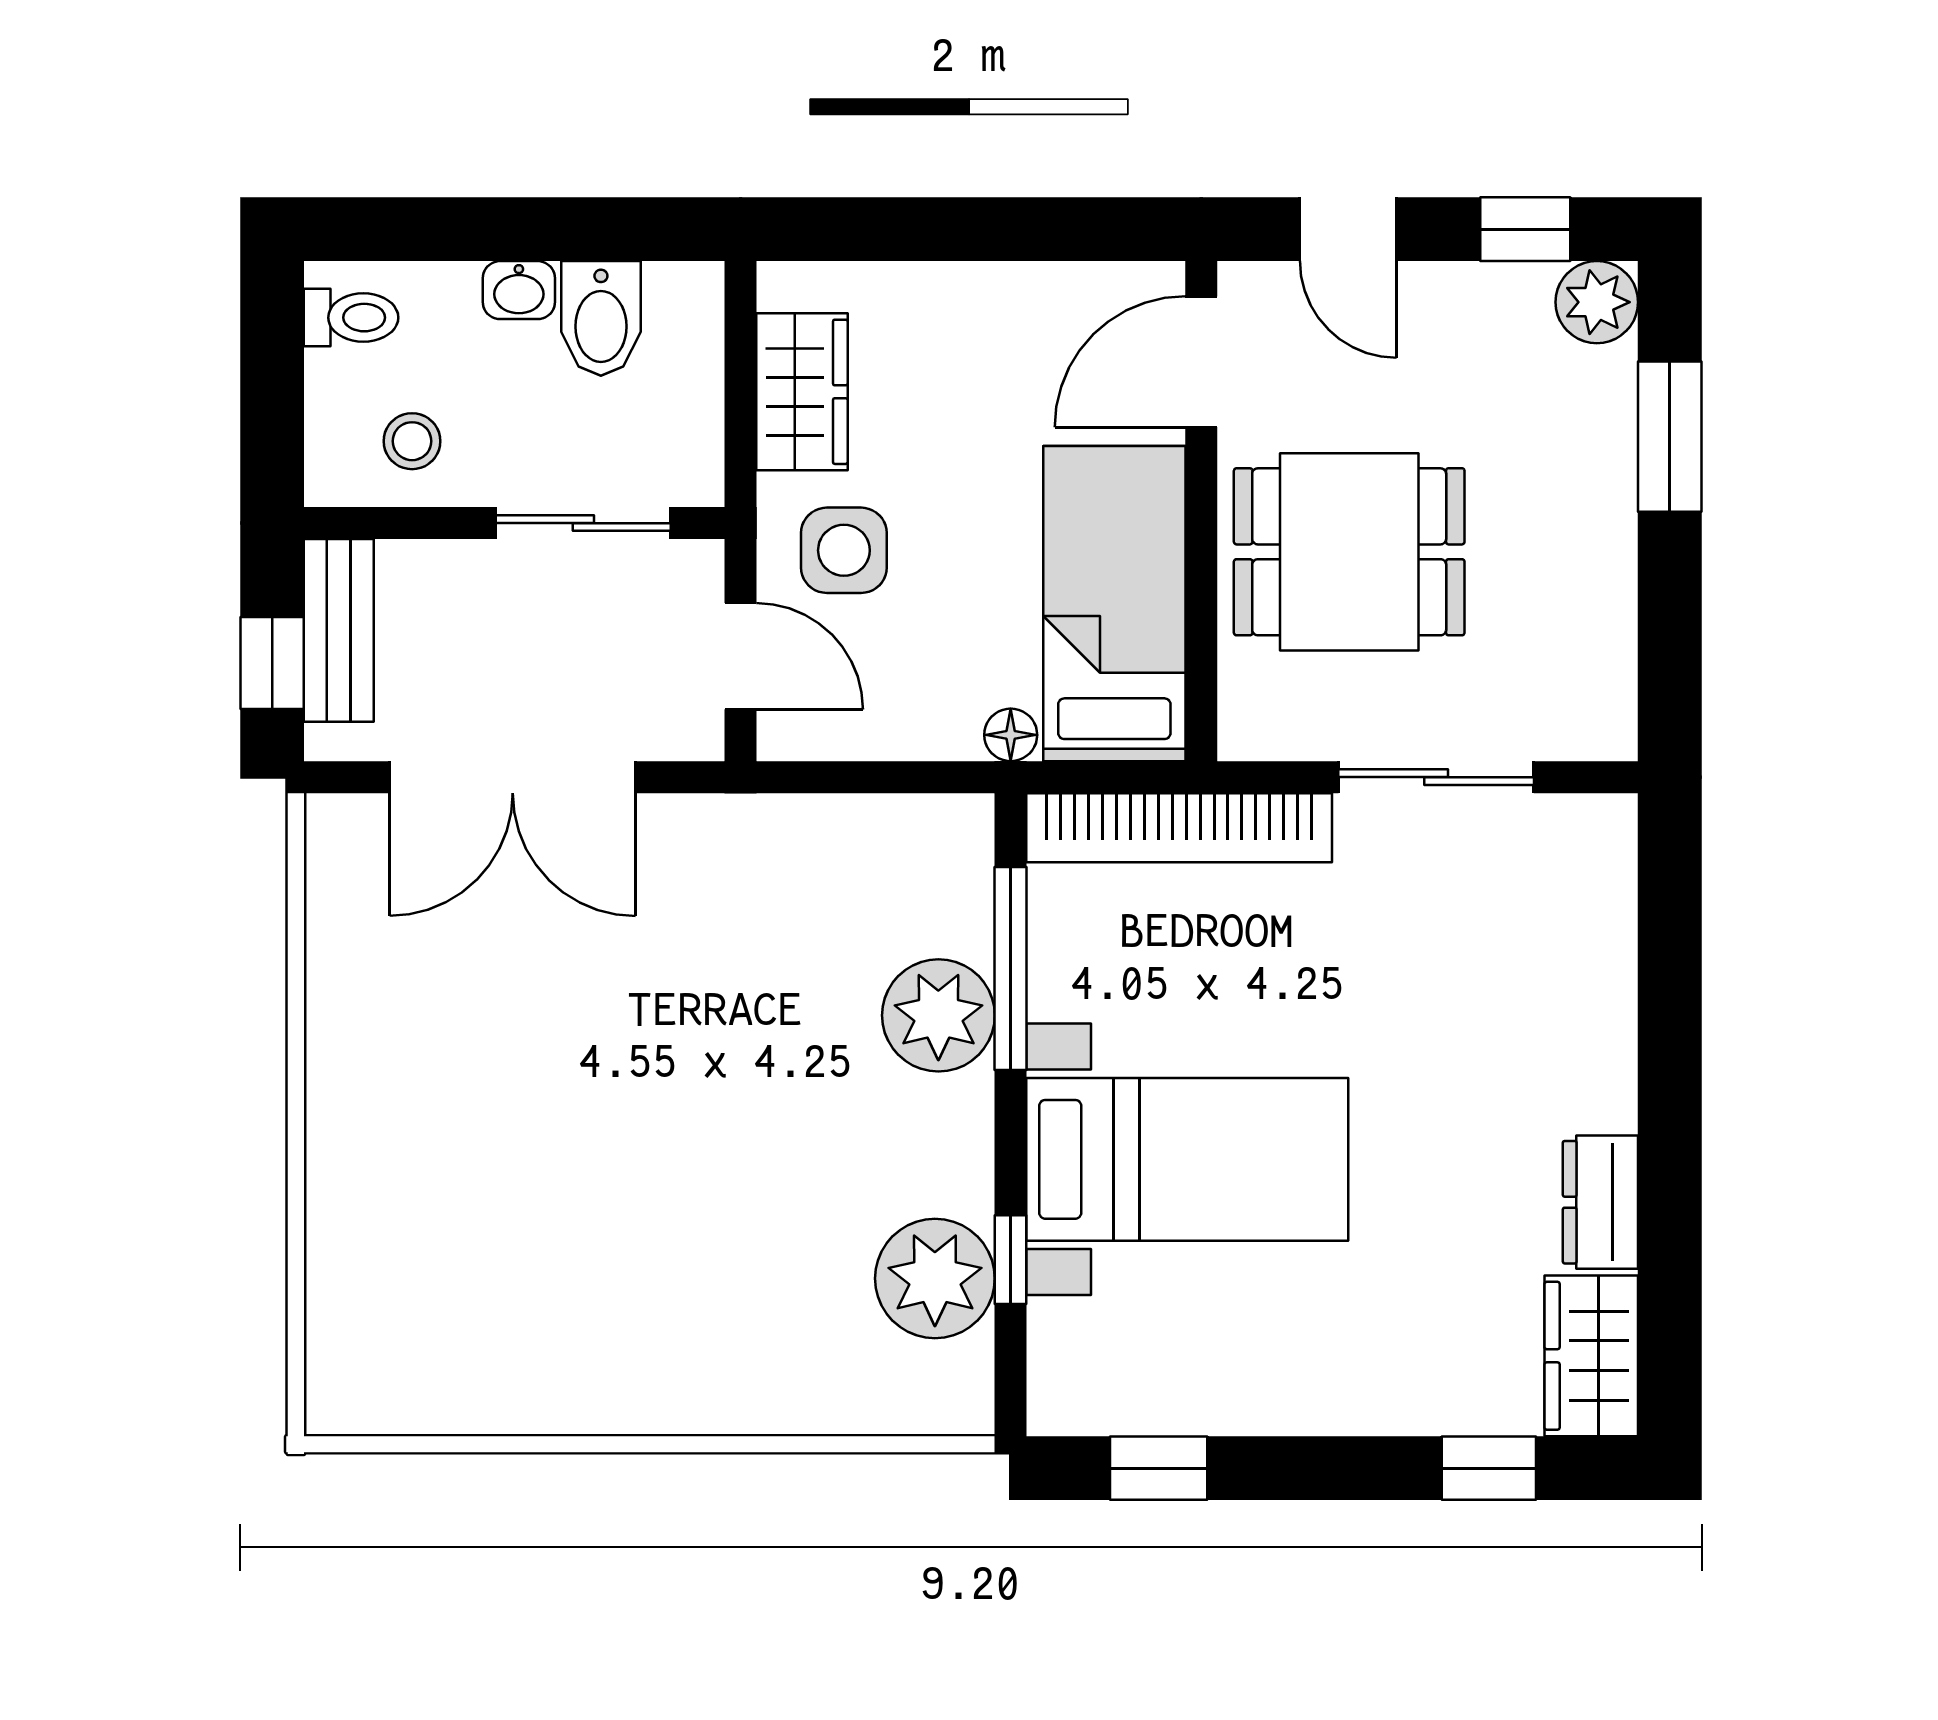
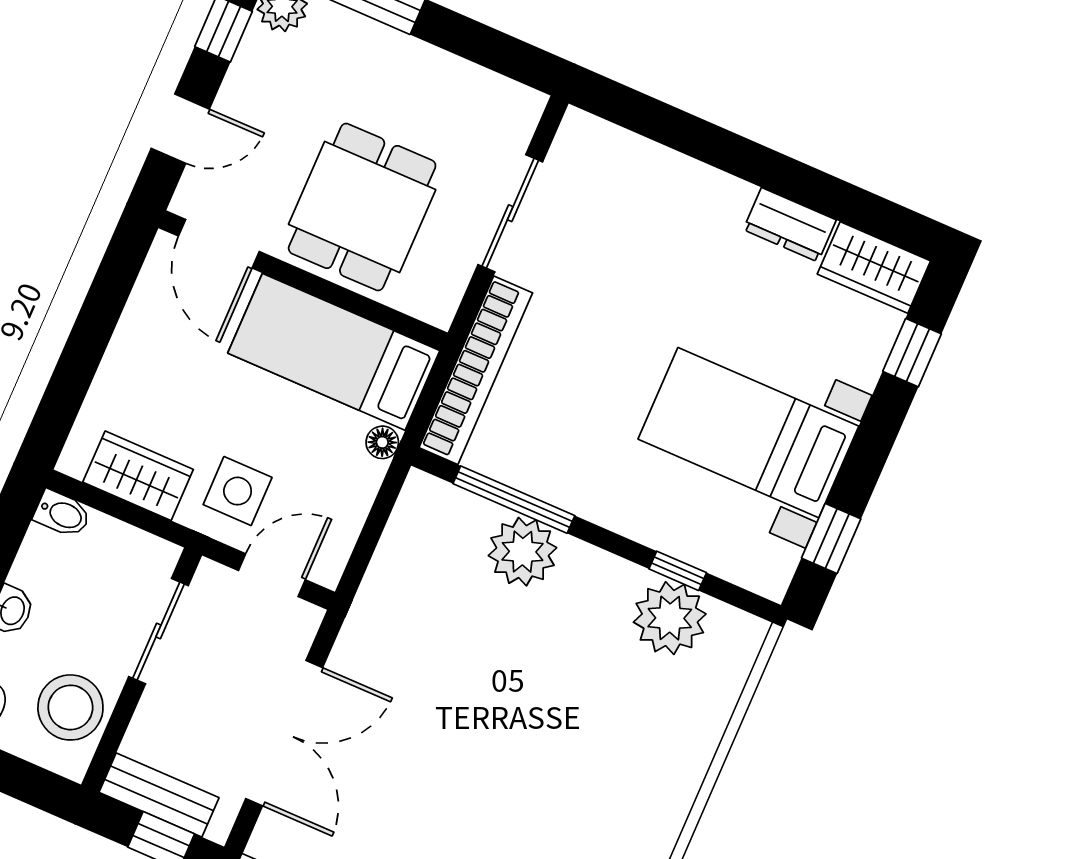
bidet: (601, 318) -> (62, 514), moved, width x0.72, depth x0.74
stool: (412, 441) -> (70, 707), width x1.89, depth x1.89
bed with nightstands: (1187, 1159) -> (748, 433), moved, turned -90

